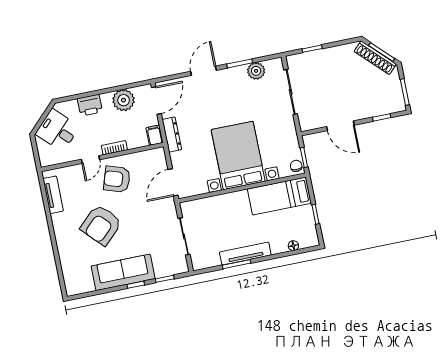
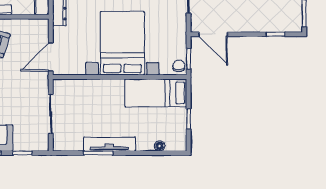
door: (340, 126) -> (213, 34), moved

